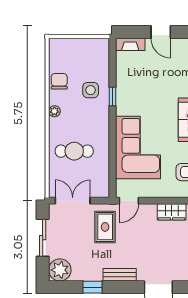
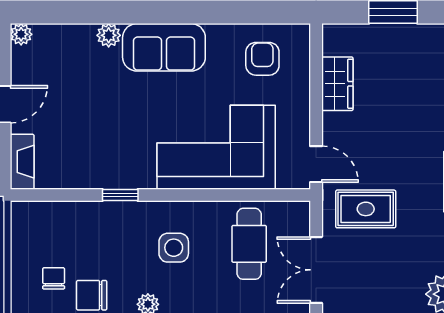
chair: (68, 61) -> (54, 278), added
side table: (91, 90) -> (174, 248), moved
cafe table: (74, 151) -> (249, 244), moved

